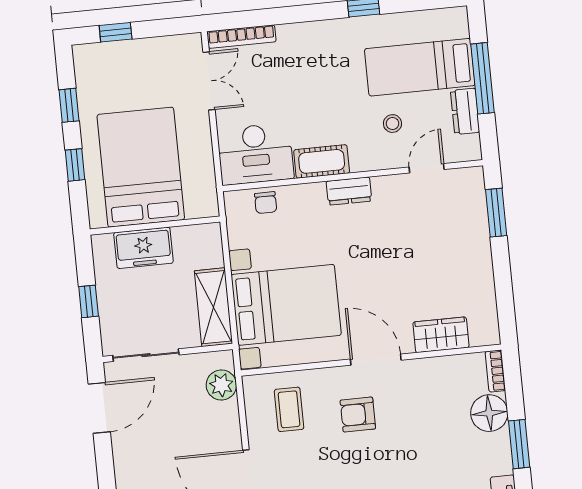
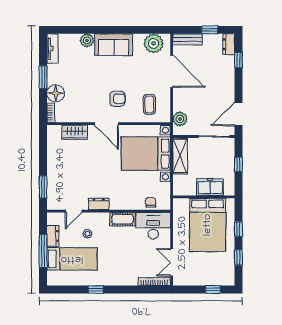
dresser: (349, 191) -> (99, 204), moved

